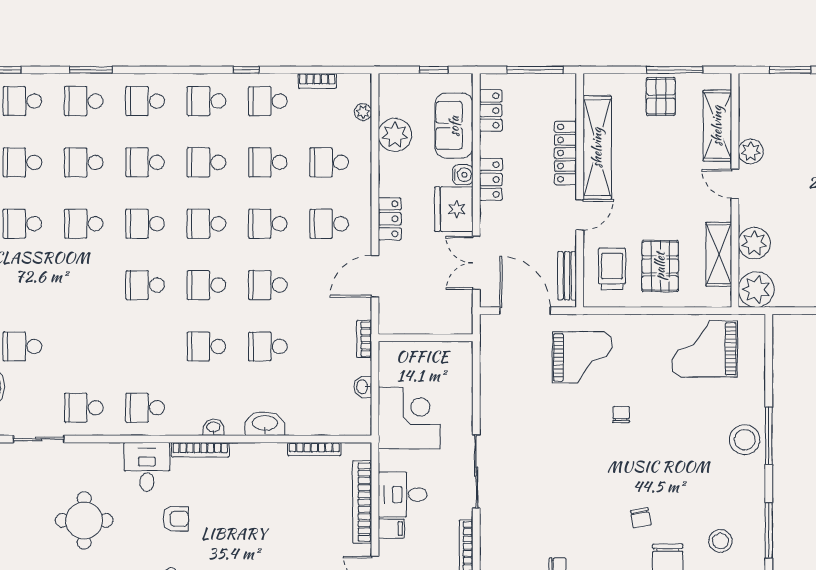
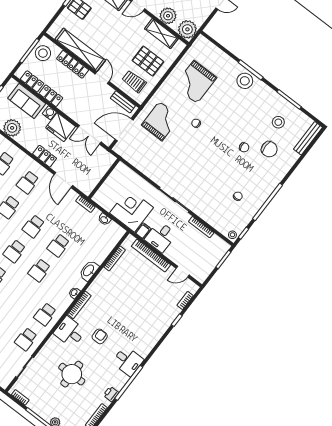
stool: (548, 94) -> (43, 53), added
locker: (491, 179) -> (51, 96), moved
grand piano: (704, 349) -> (195, 82), moved
filing cabinet: (391, 529) -> (143, 231), moved

